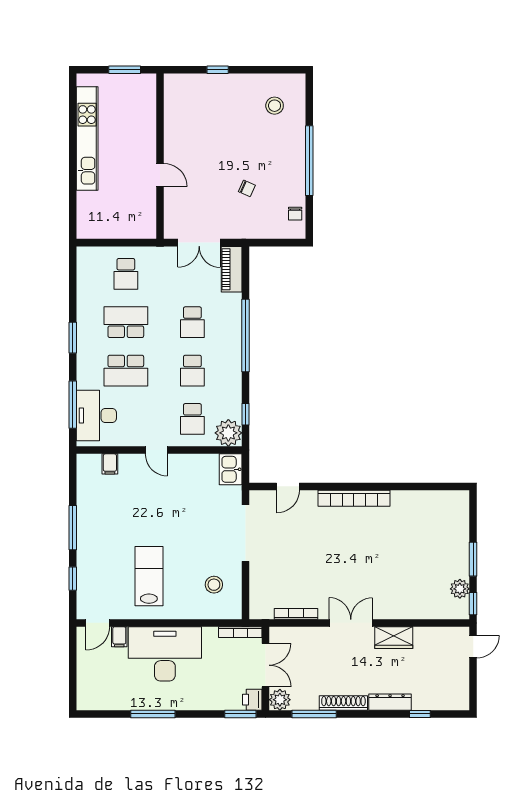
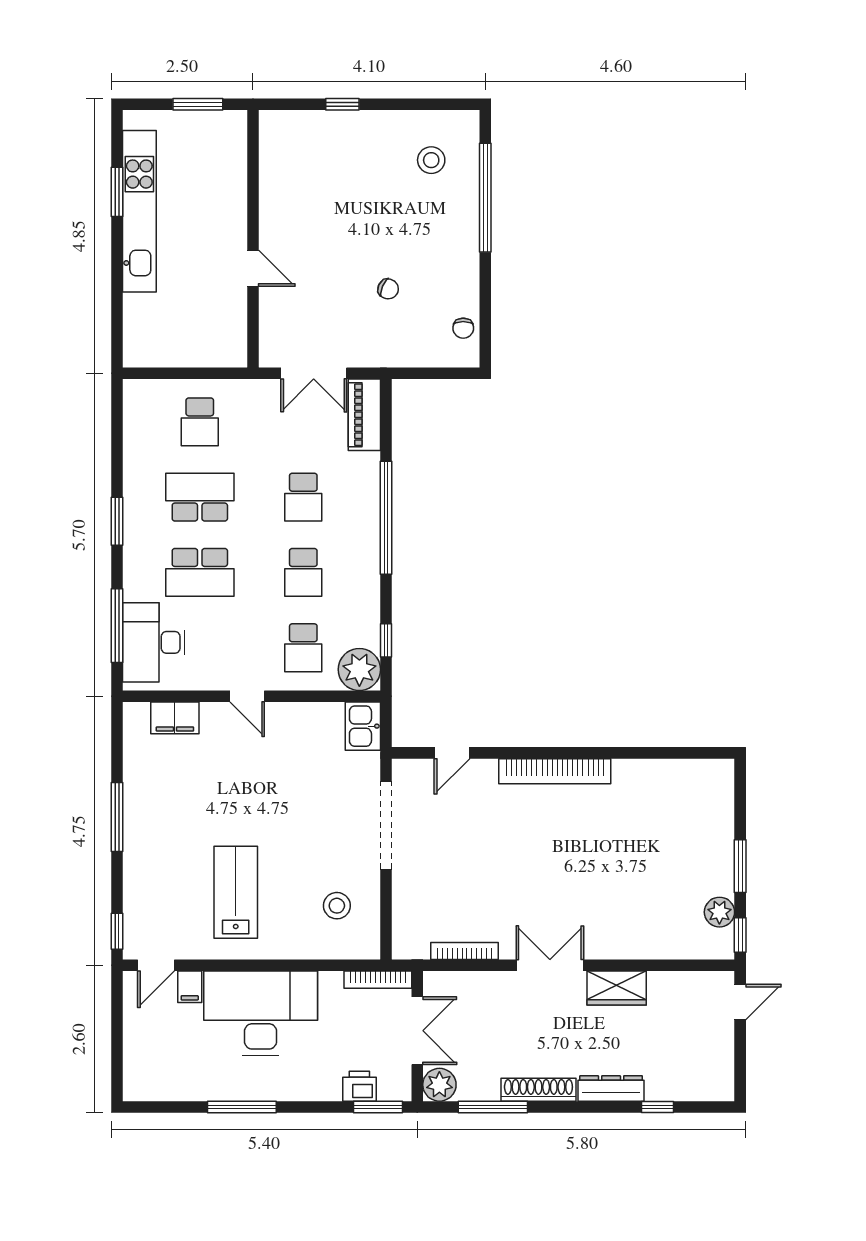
window: (73, 126) -> (117, 192), added
window: (309, 161) -> (485, 198), moved
filing cabinet: (110, 464) -> (175, 718), width x2.00
window: (73, 579) -> (117, 931), moved
printer: (252, 700) -> (359, 1086), moved, turned 90

